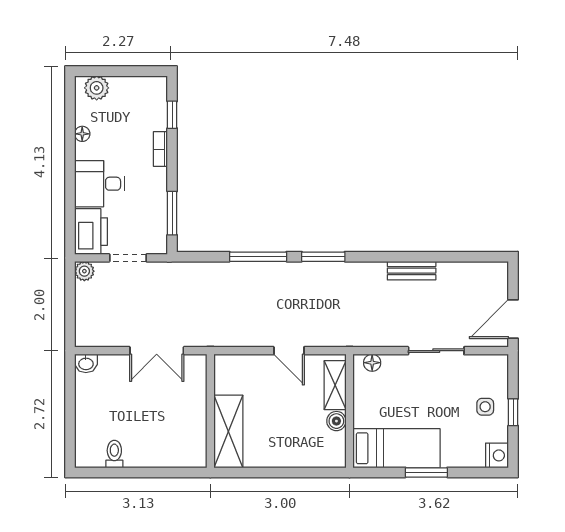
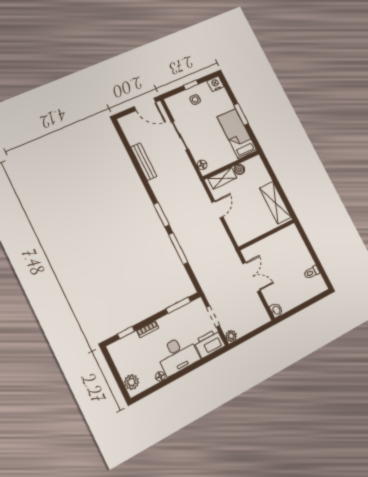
desk: (100, 184) -> (178, 355), width x1.37
bench: (412, 271) -> (144, 162), width x1.36
shelving: (228, 431) -> (275, 203), moved, turned 90

